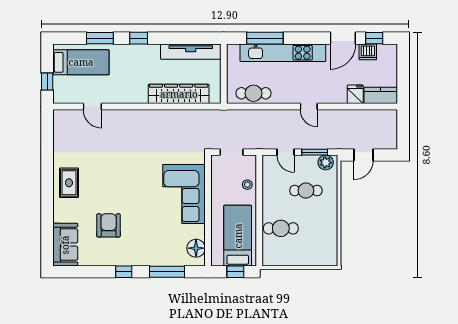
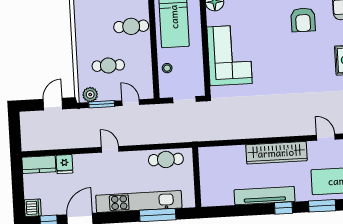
tv unit: (191, 52) -> (265, 196), moved
dishwasher: (368, 52) -> (33, 208), moved, turned 90
wardrobe: (179, 94) -> (276, 153), moved

